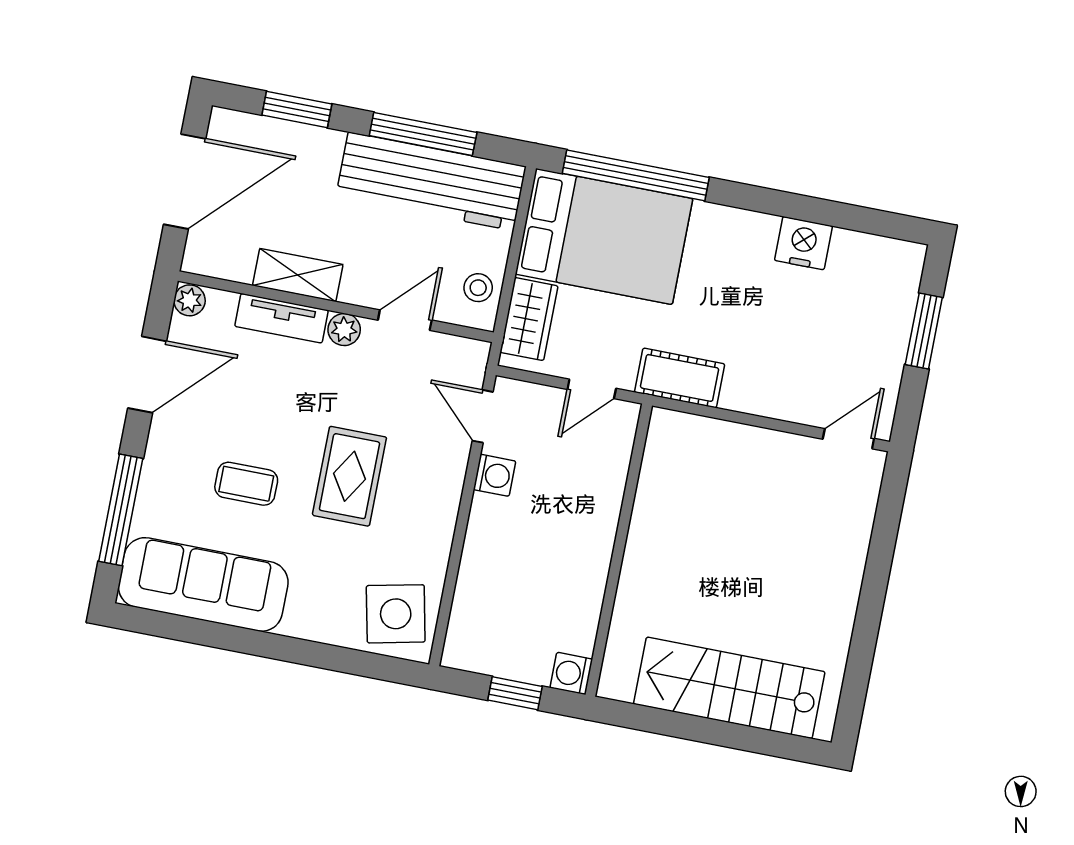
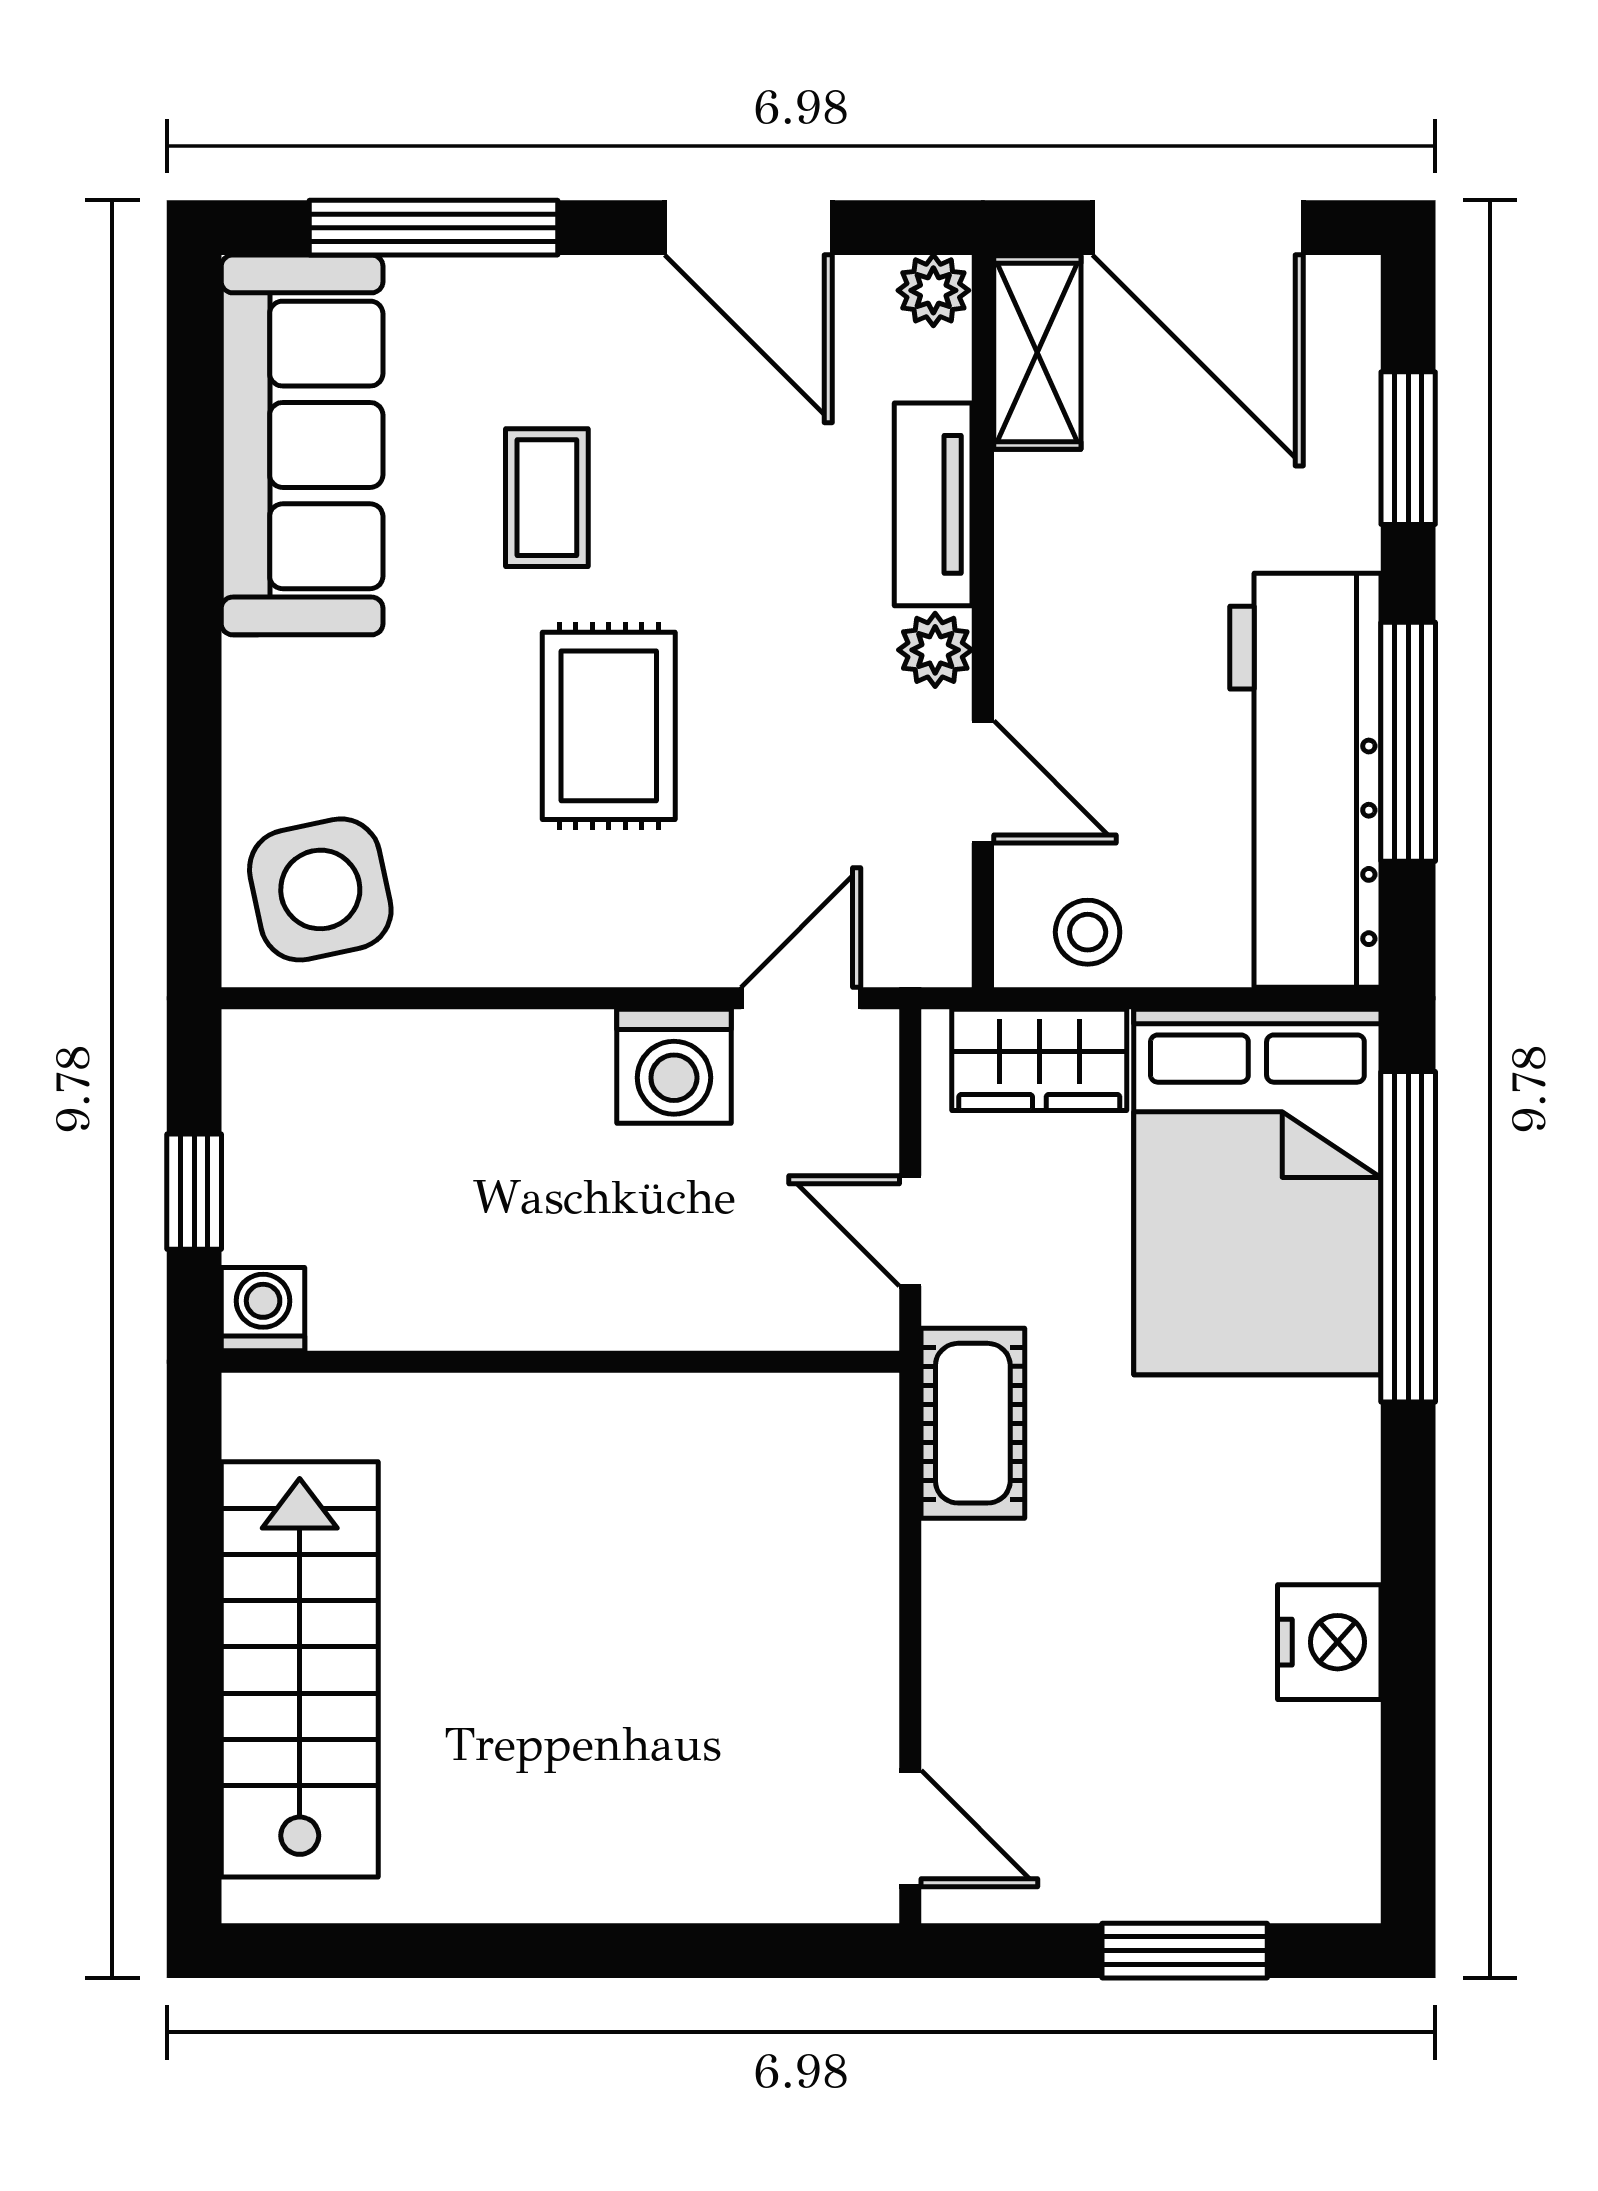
shelving: (298, 275) -> (1037, 352), moved
washing machine: (494, 475) -> (674, 1066), width x1.38, depth x1.38
rug: (349, 476) -> (609, 726), turned 90

